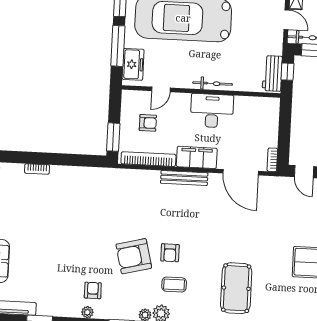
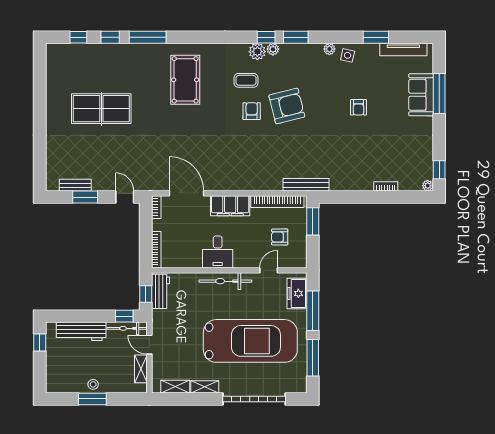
bicycle: (213, 84) -> (225, 281), width x1.37, depth x1.40
desk: (212, 111) -> (218, 252), width x0.73
bookcase: (274, 116) -> (156, 250), added
bench: (184, 178) -> (306, 185), moved
armchair: (93, 290) -> (359, 107), moved
side table: (69, 305) -> (348, 55), added

